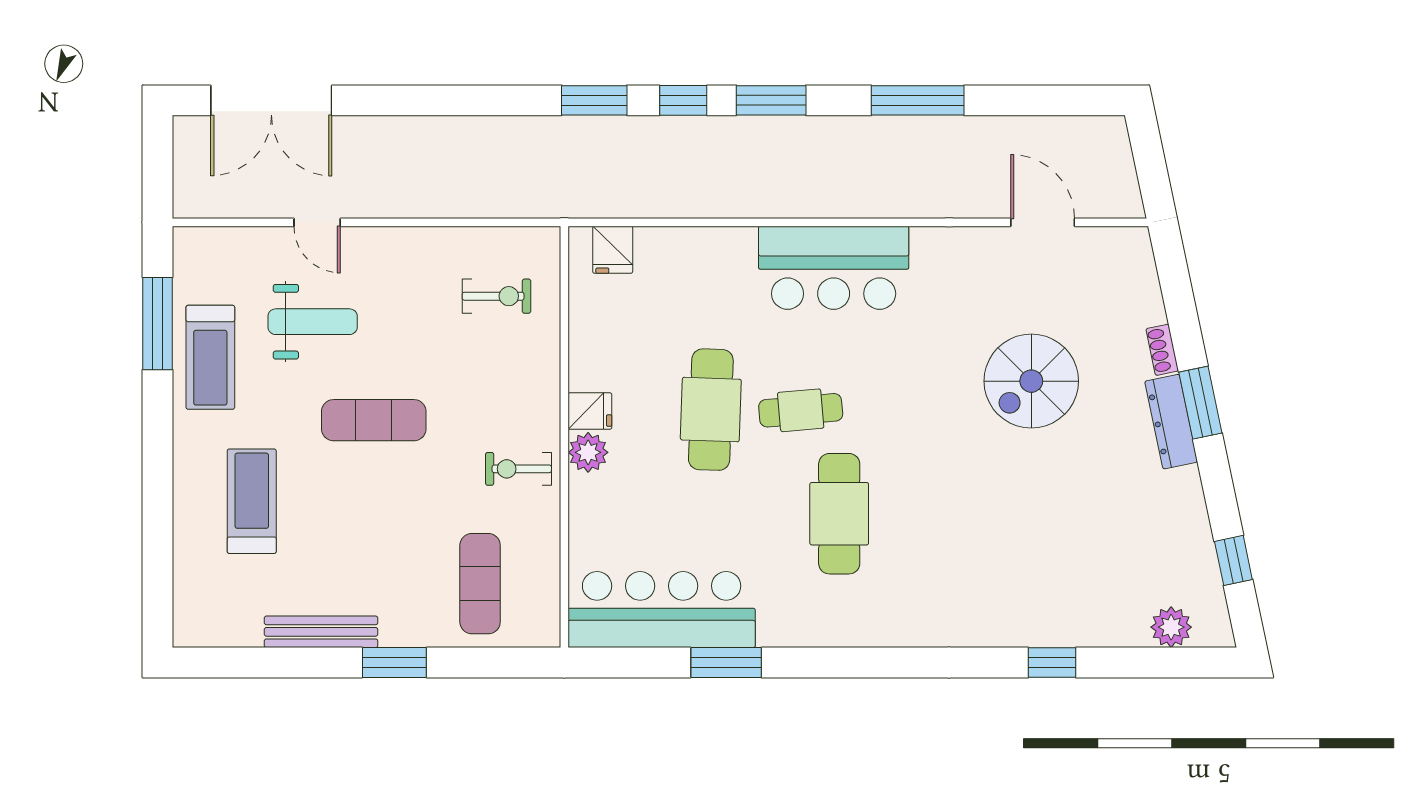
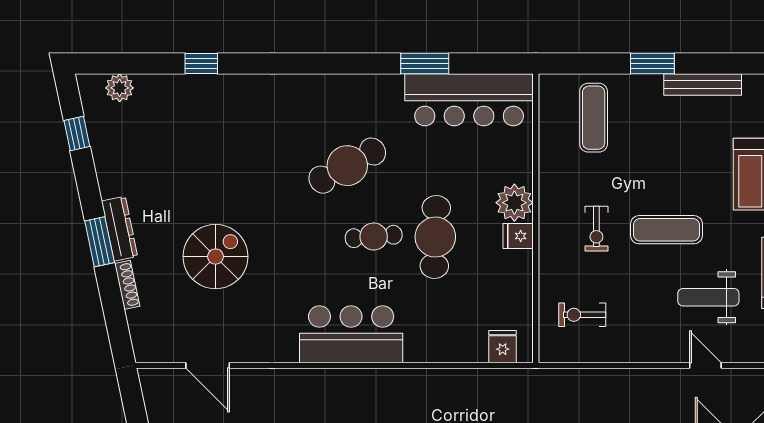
shoe rack: (1162, 350) -> (127, 285), width x1.43
plant: (588, 452) -> (514, 203), width x1.36, depth x1.36
exercise bike: (518, 469) -> (596, 229), moved, turned 90
cafe table: (839, 514) -> (347, 166), turned 61

